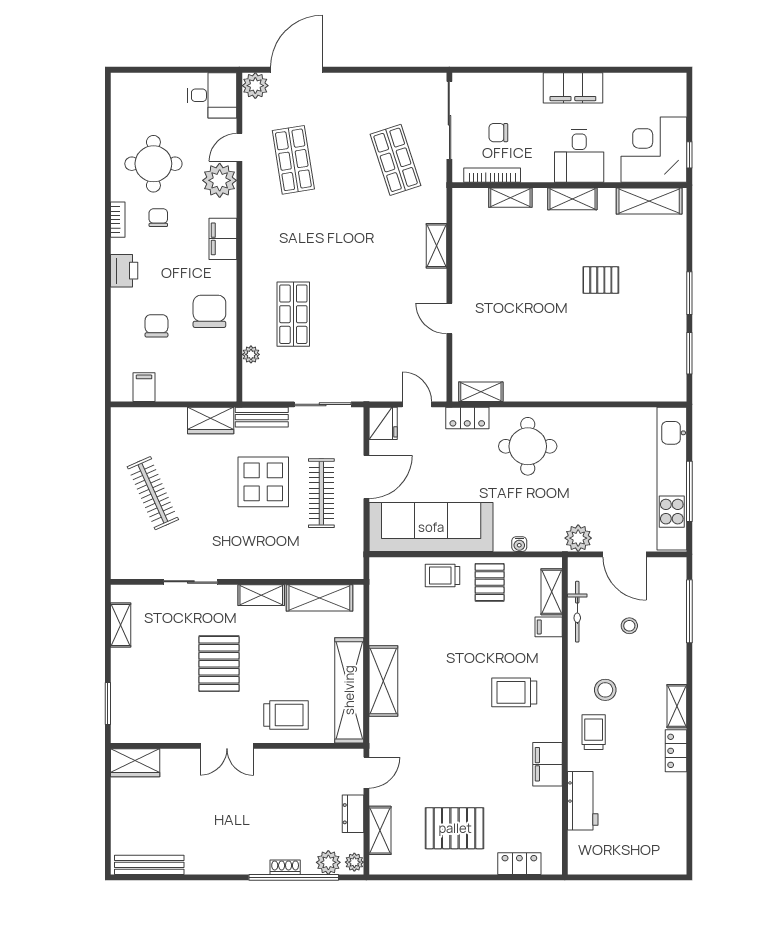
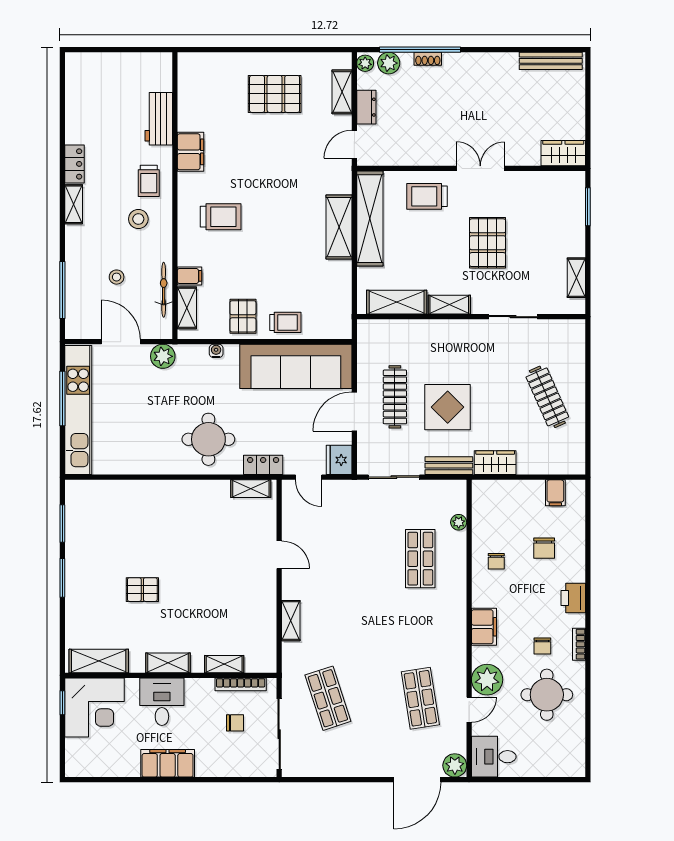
chair: (209, 311) -> (496, 561), width x0.54, depth x0.54
locker: (519, 864) -> (216, 62), removed

